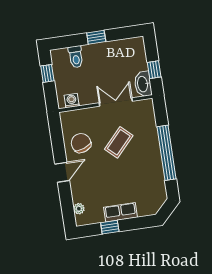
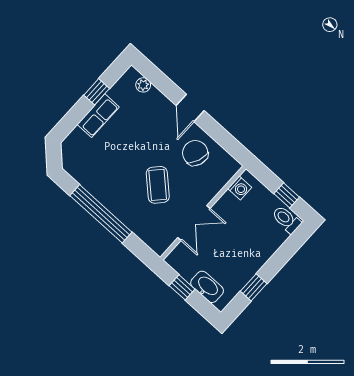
window: (96, 37) -> (254, 287), moved
toilet: (76, 57) -> (286, 220), moved
washbasin: (143, 84) -> (207, 287), moved
chair: (81, 143) -> (195, 153), turned -139

